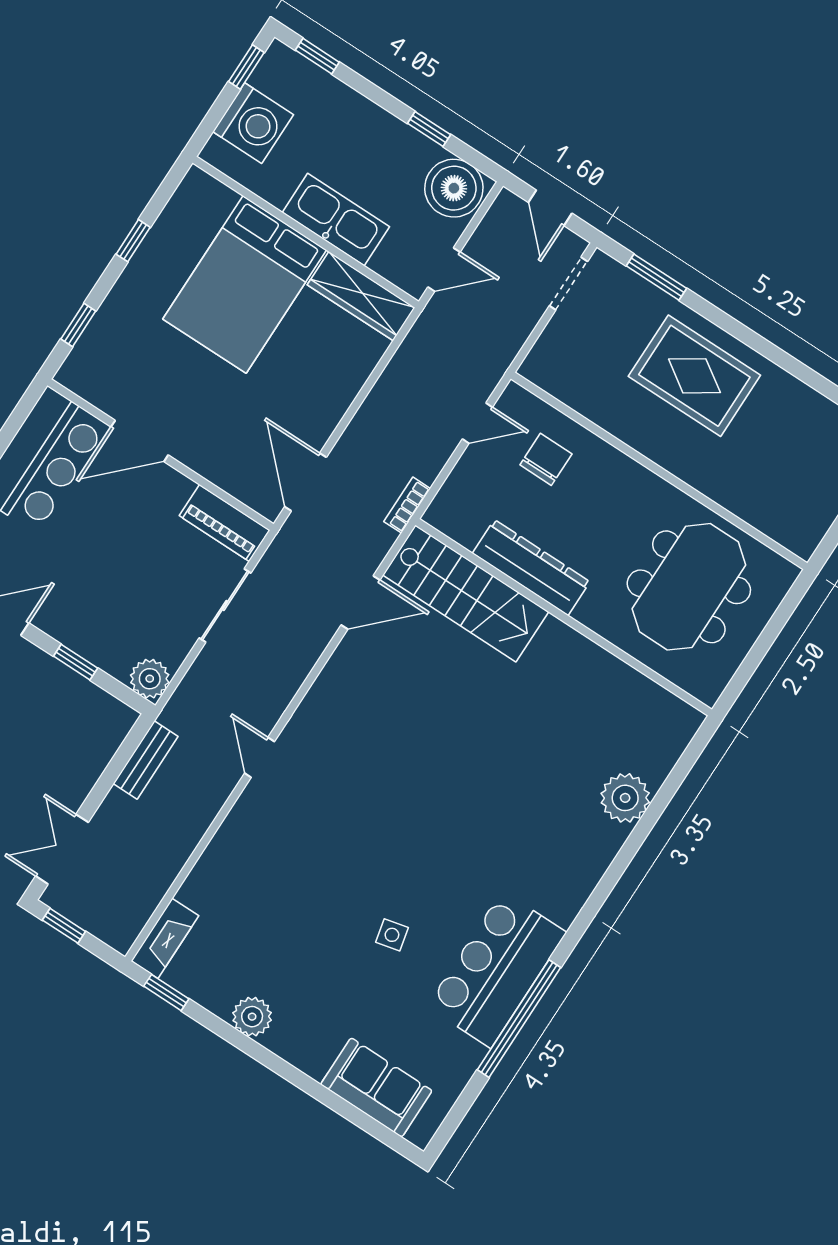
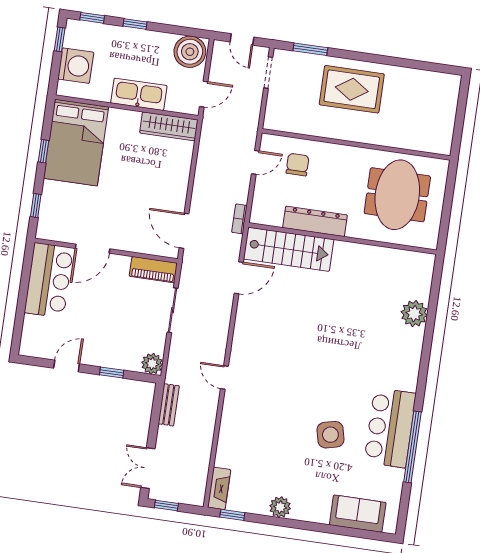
window: (429, 129) -> (135, 24), moved
bed: (245, 285) -> (76, 143), moved
side table: (392, 935) -> (330, 435), width x1.87, depth x1.87

